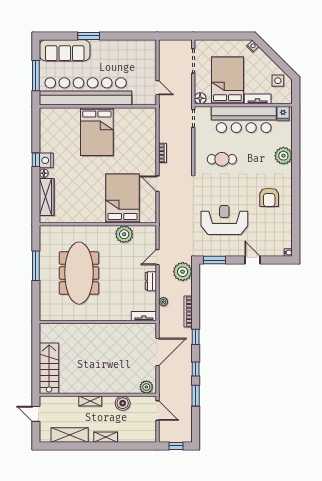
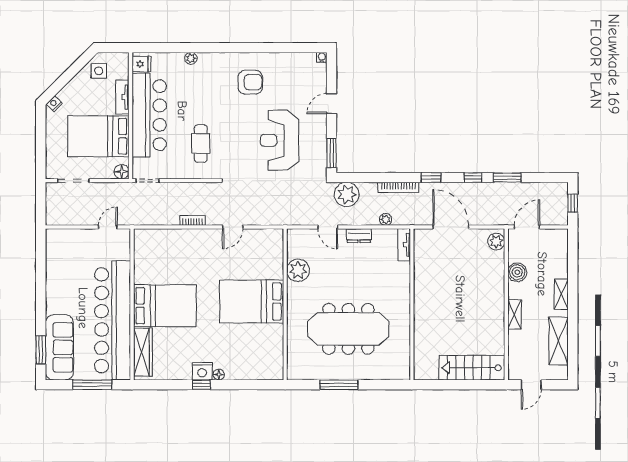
window: (89, 36) -> (41, 350), moved
plant: (283, 156) -> (191, 58), width x0.53, depth x0.53
wardrobe: (47, 197) -> (143, 352), moved, turned 90
bed: (123, 198) -> (252, 301), moved

